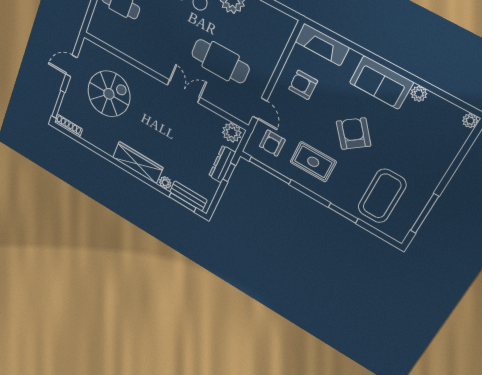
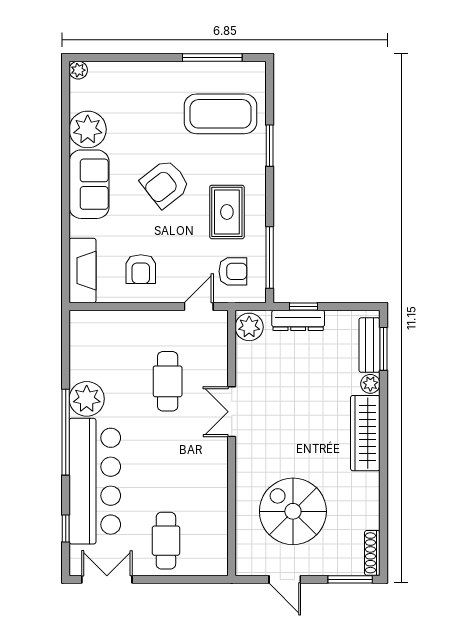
cafe table: (220, 61) -> (168, 381), width x0.73, depth x0.74
plant: (419, 94) -> (88, 129), width x1.88, depth x1.88

